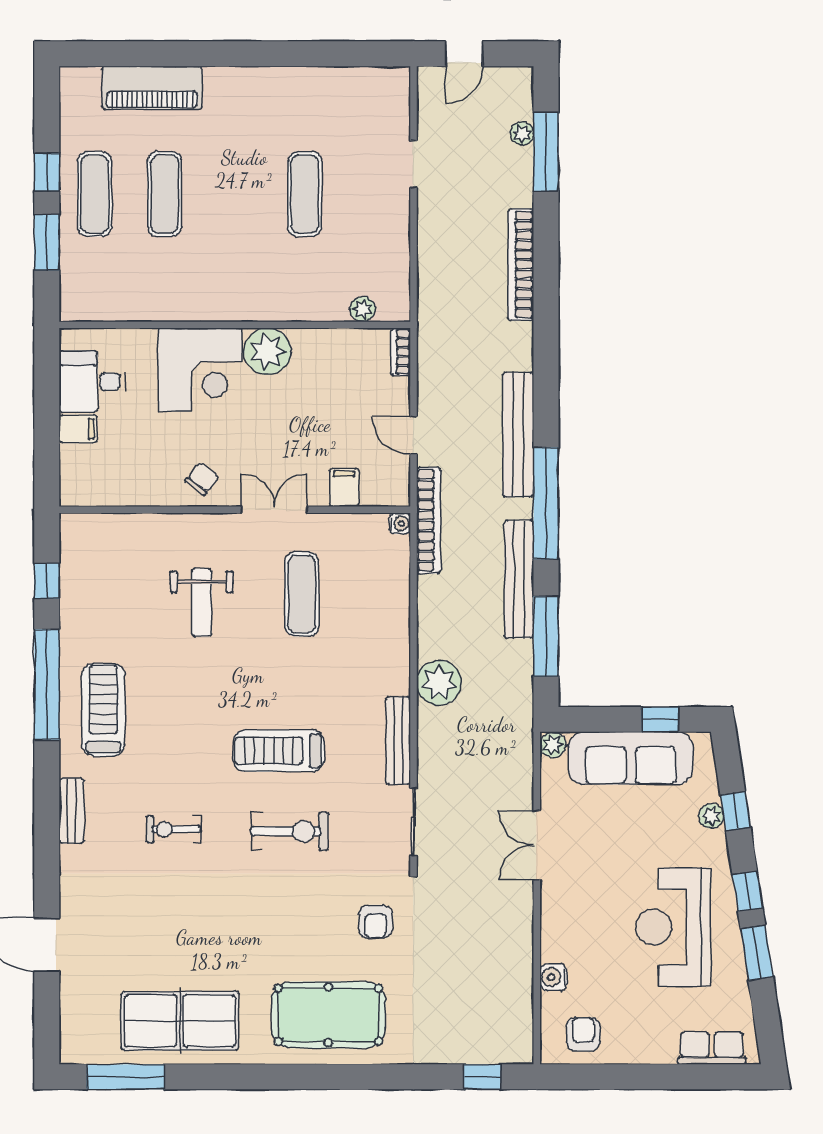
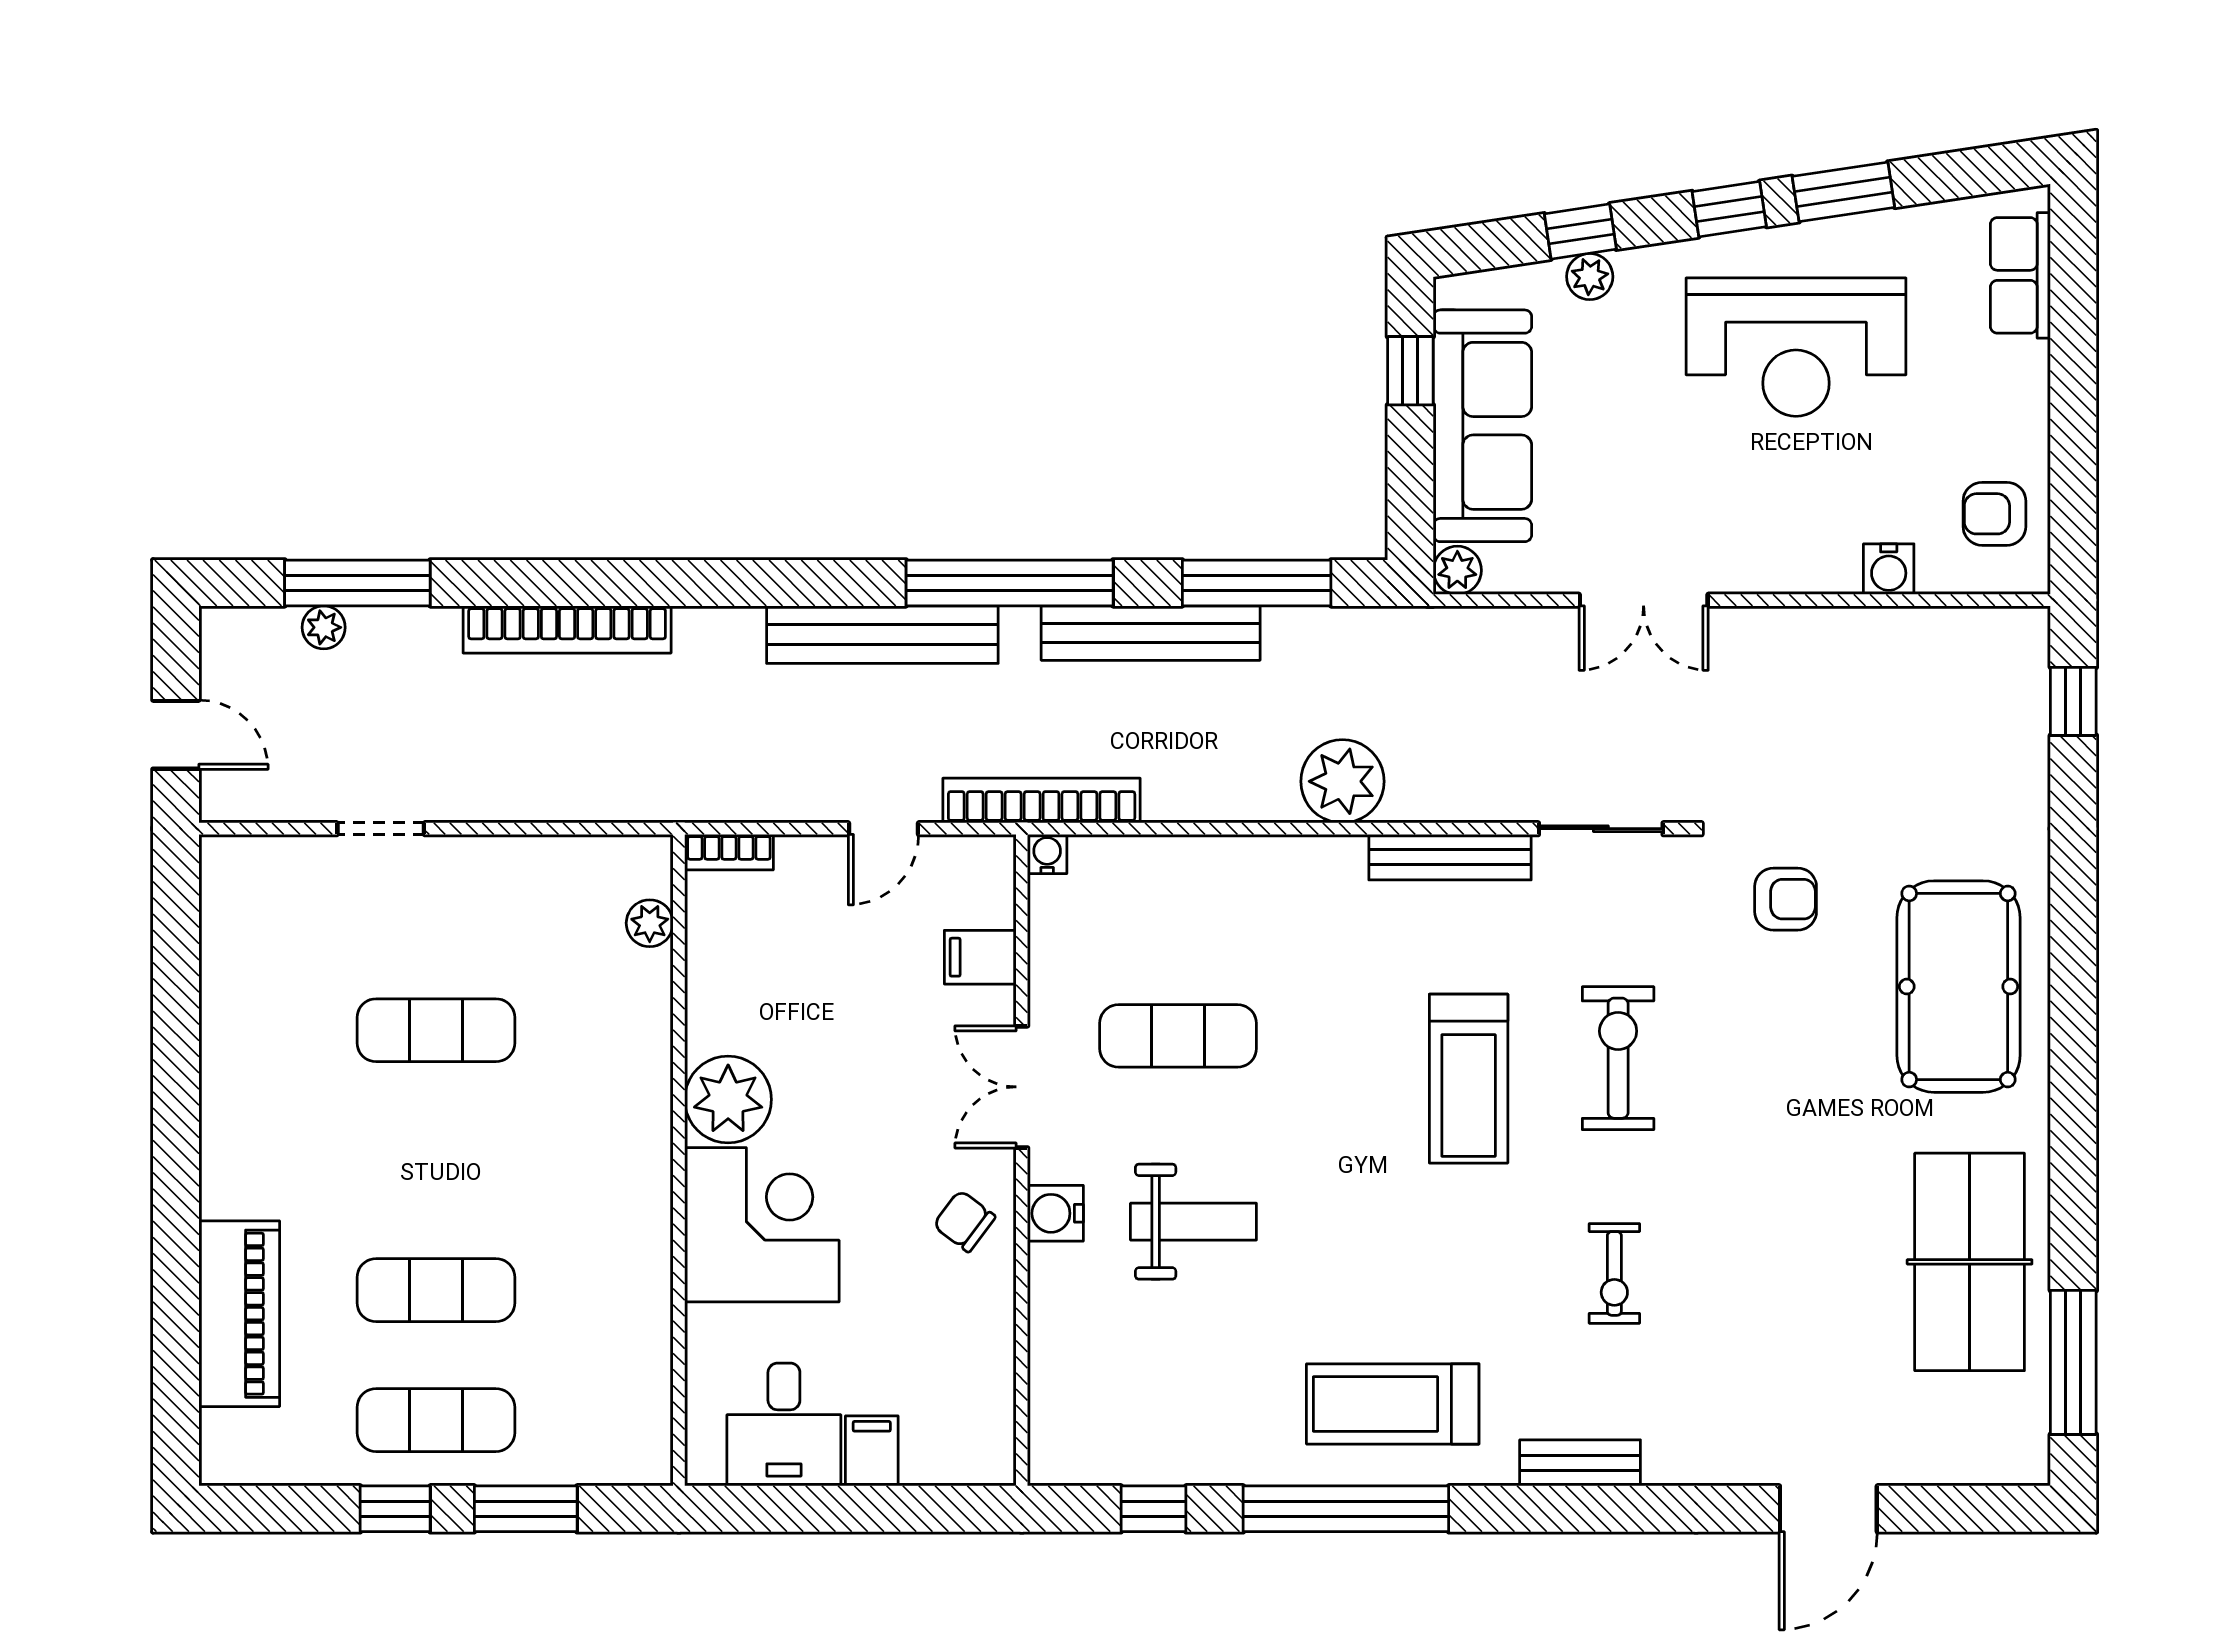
water cooler: (206, 528) -> (1055, 1213), added

